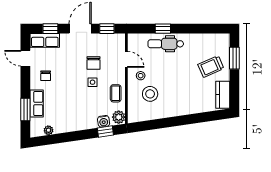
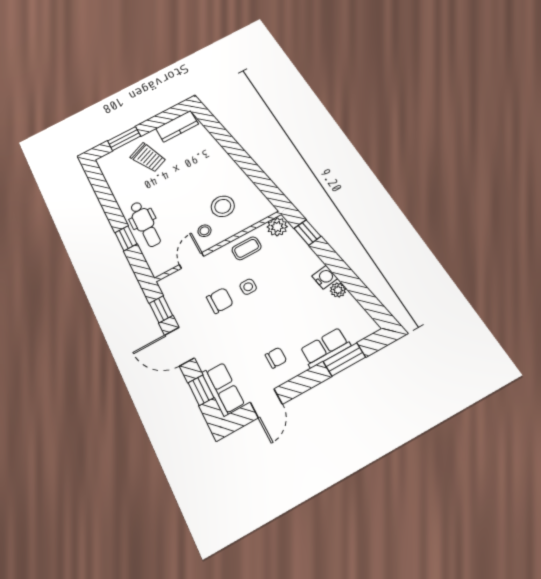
water cooler: (104, 121) -> (325, 277), moved
plant: (48, 130) -> (338, 290), moved

